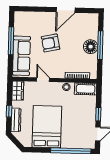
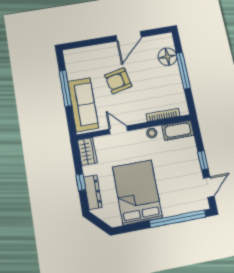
floor lamp: (91, 47) -> (167, 57), moved

